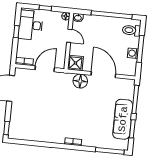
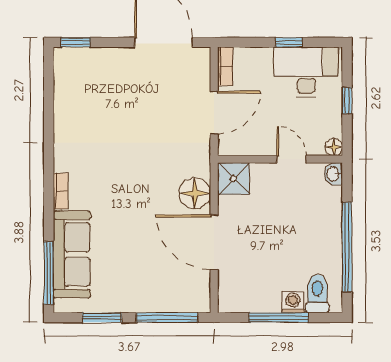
door: (69, 36) -> (292, 159), swing flipped
washing machine: (133, 53) -> (293, 302), moved
door: (45, 69) -> (214, 113), hinge flipped
door: (103, 75) -> (214, 242), swing flipped
sofa: (123, 119) -> (72, 254), moved, turned 90

